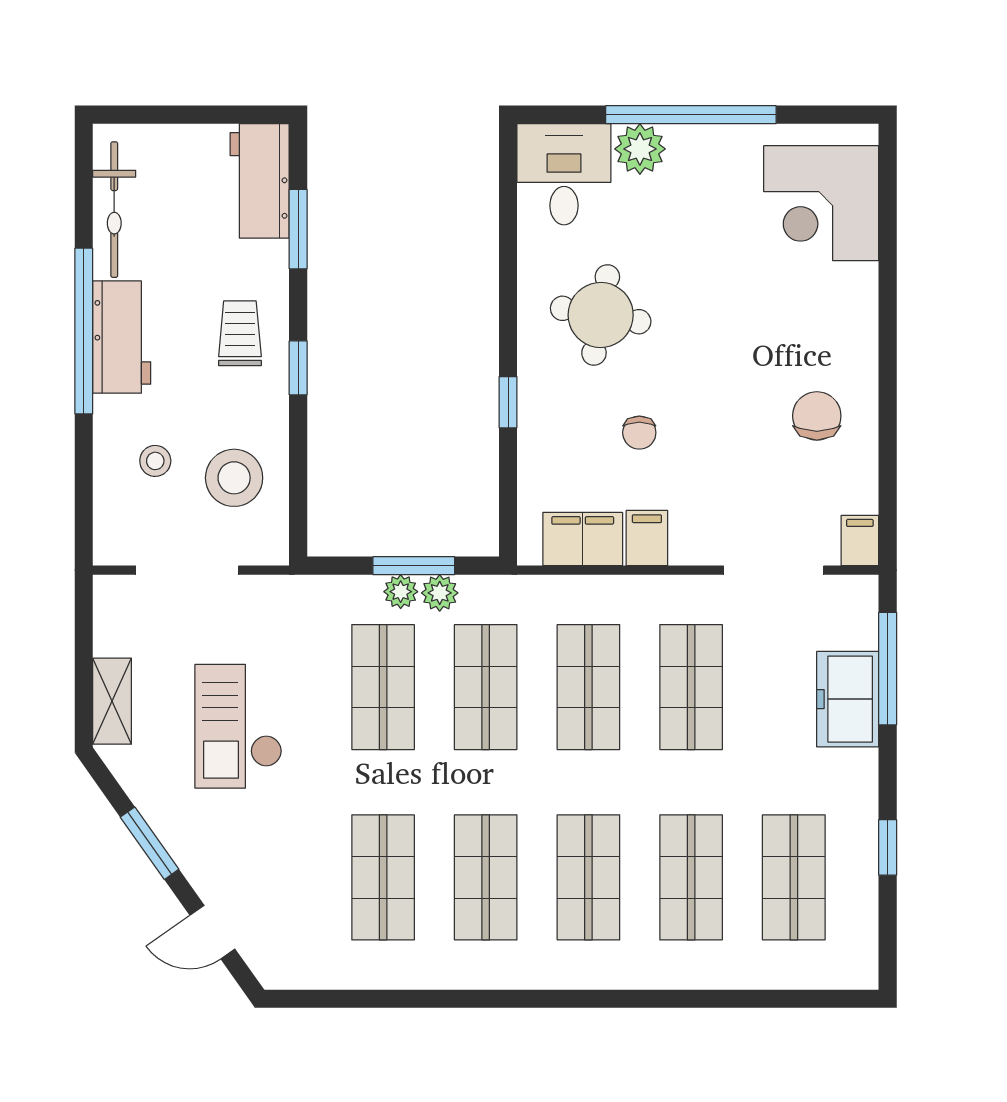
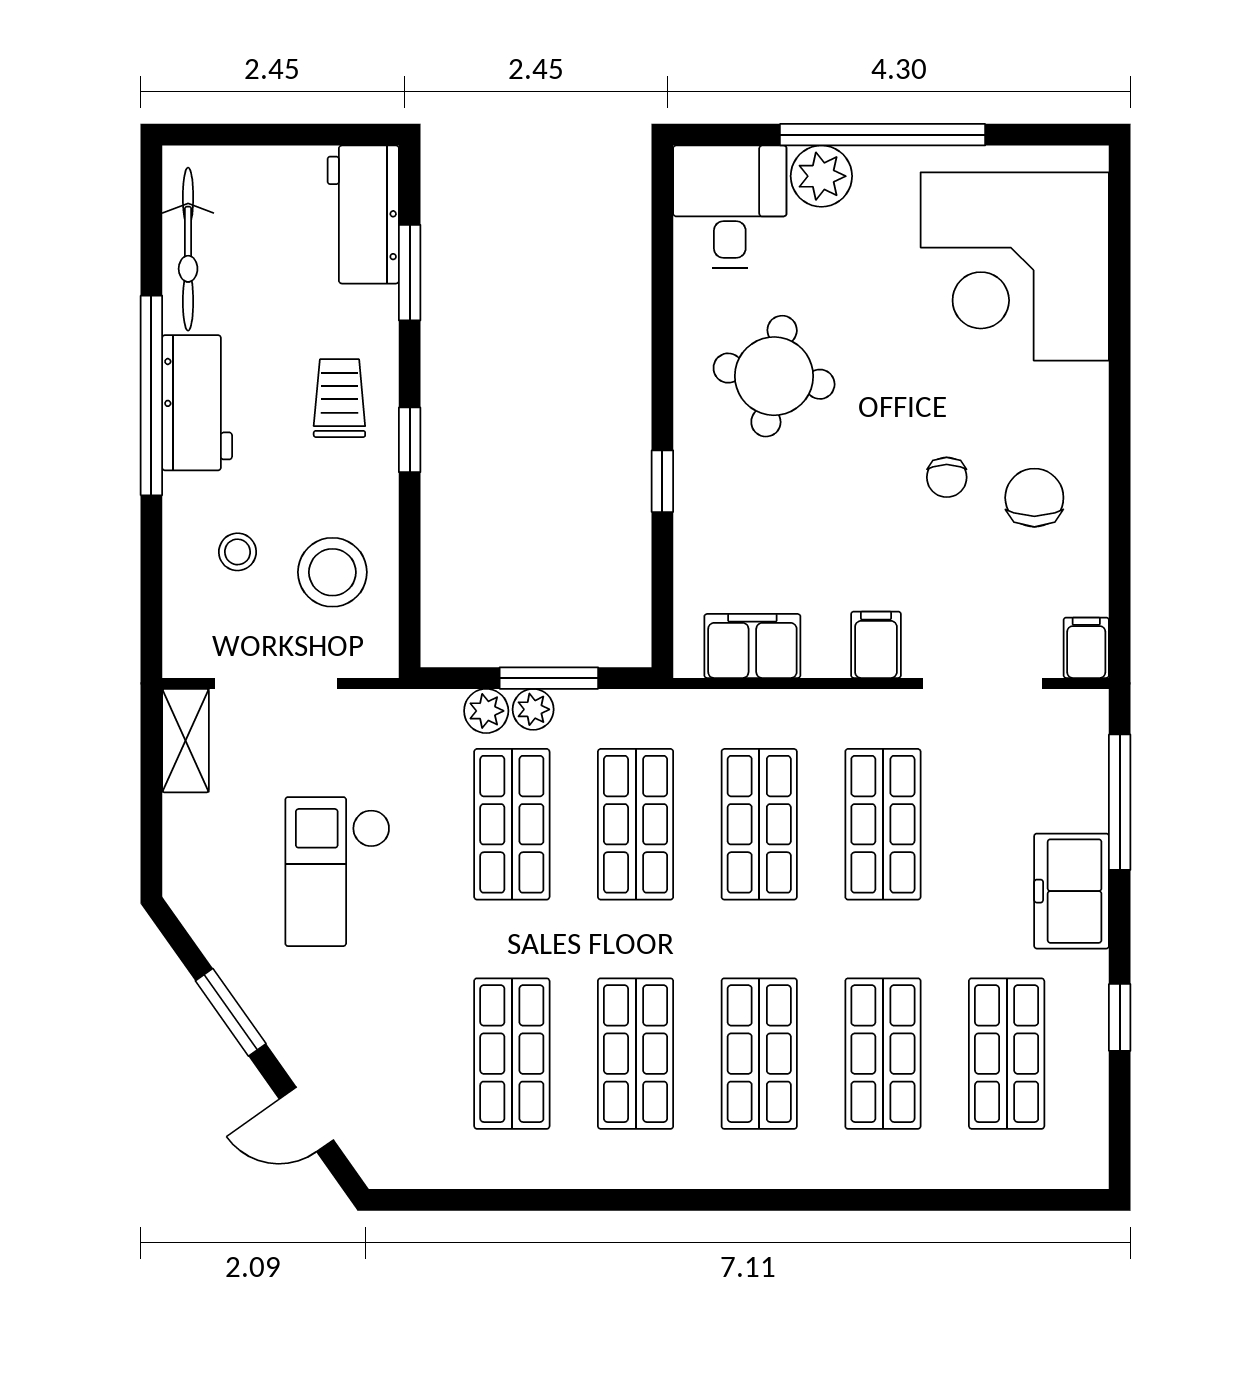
corner desk: (821, 203) -> (1015, 266), width x1.36, depth x1.36
chair: (639, 433) -> (947, 477), moved
filing cabinet: (647, 538) -> (876, 645), moved
plant: (440, 593) -> (486, 711), moved
freezer: (848, 699) -> (1072, 891), moved
shelving: (112, 701) -> (186, 741), moved

